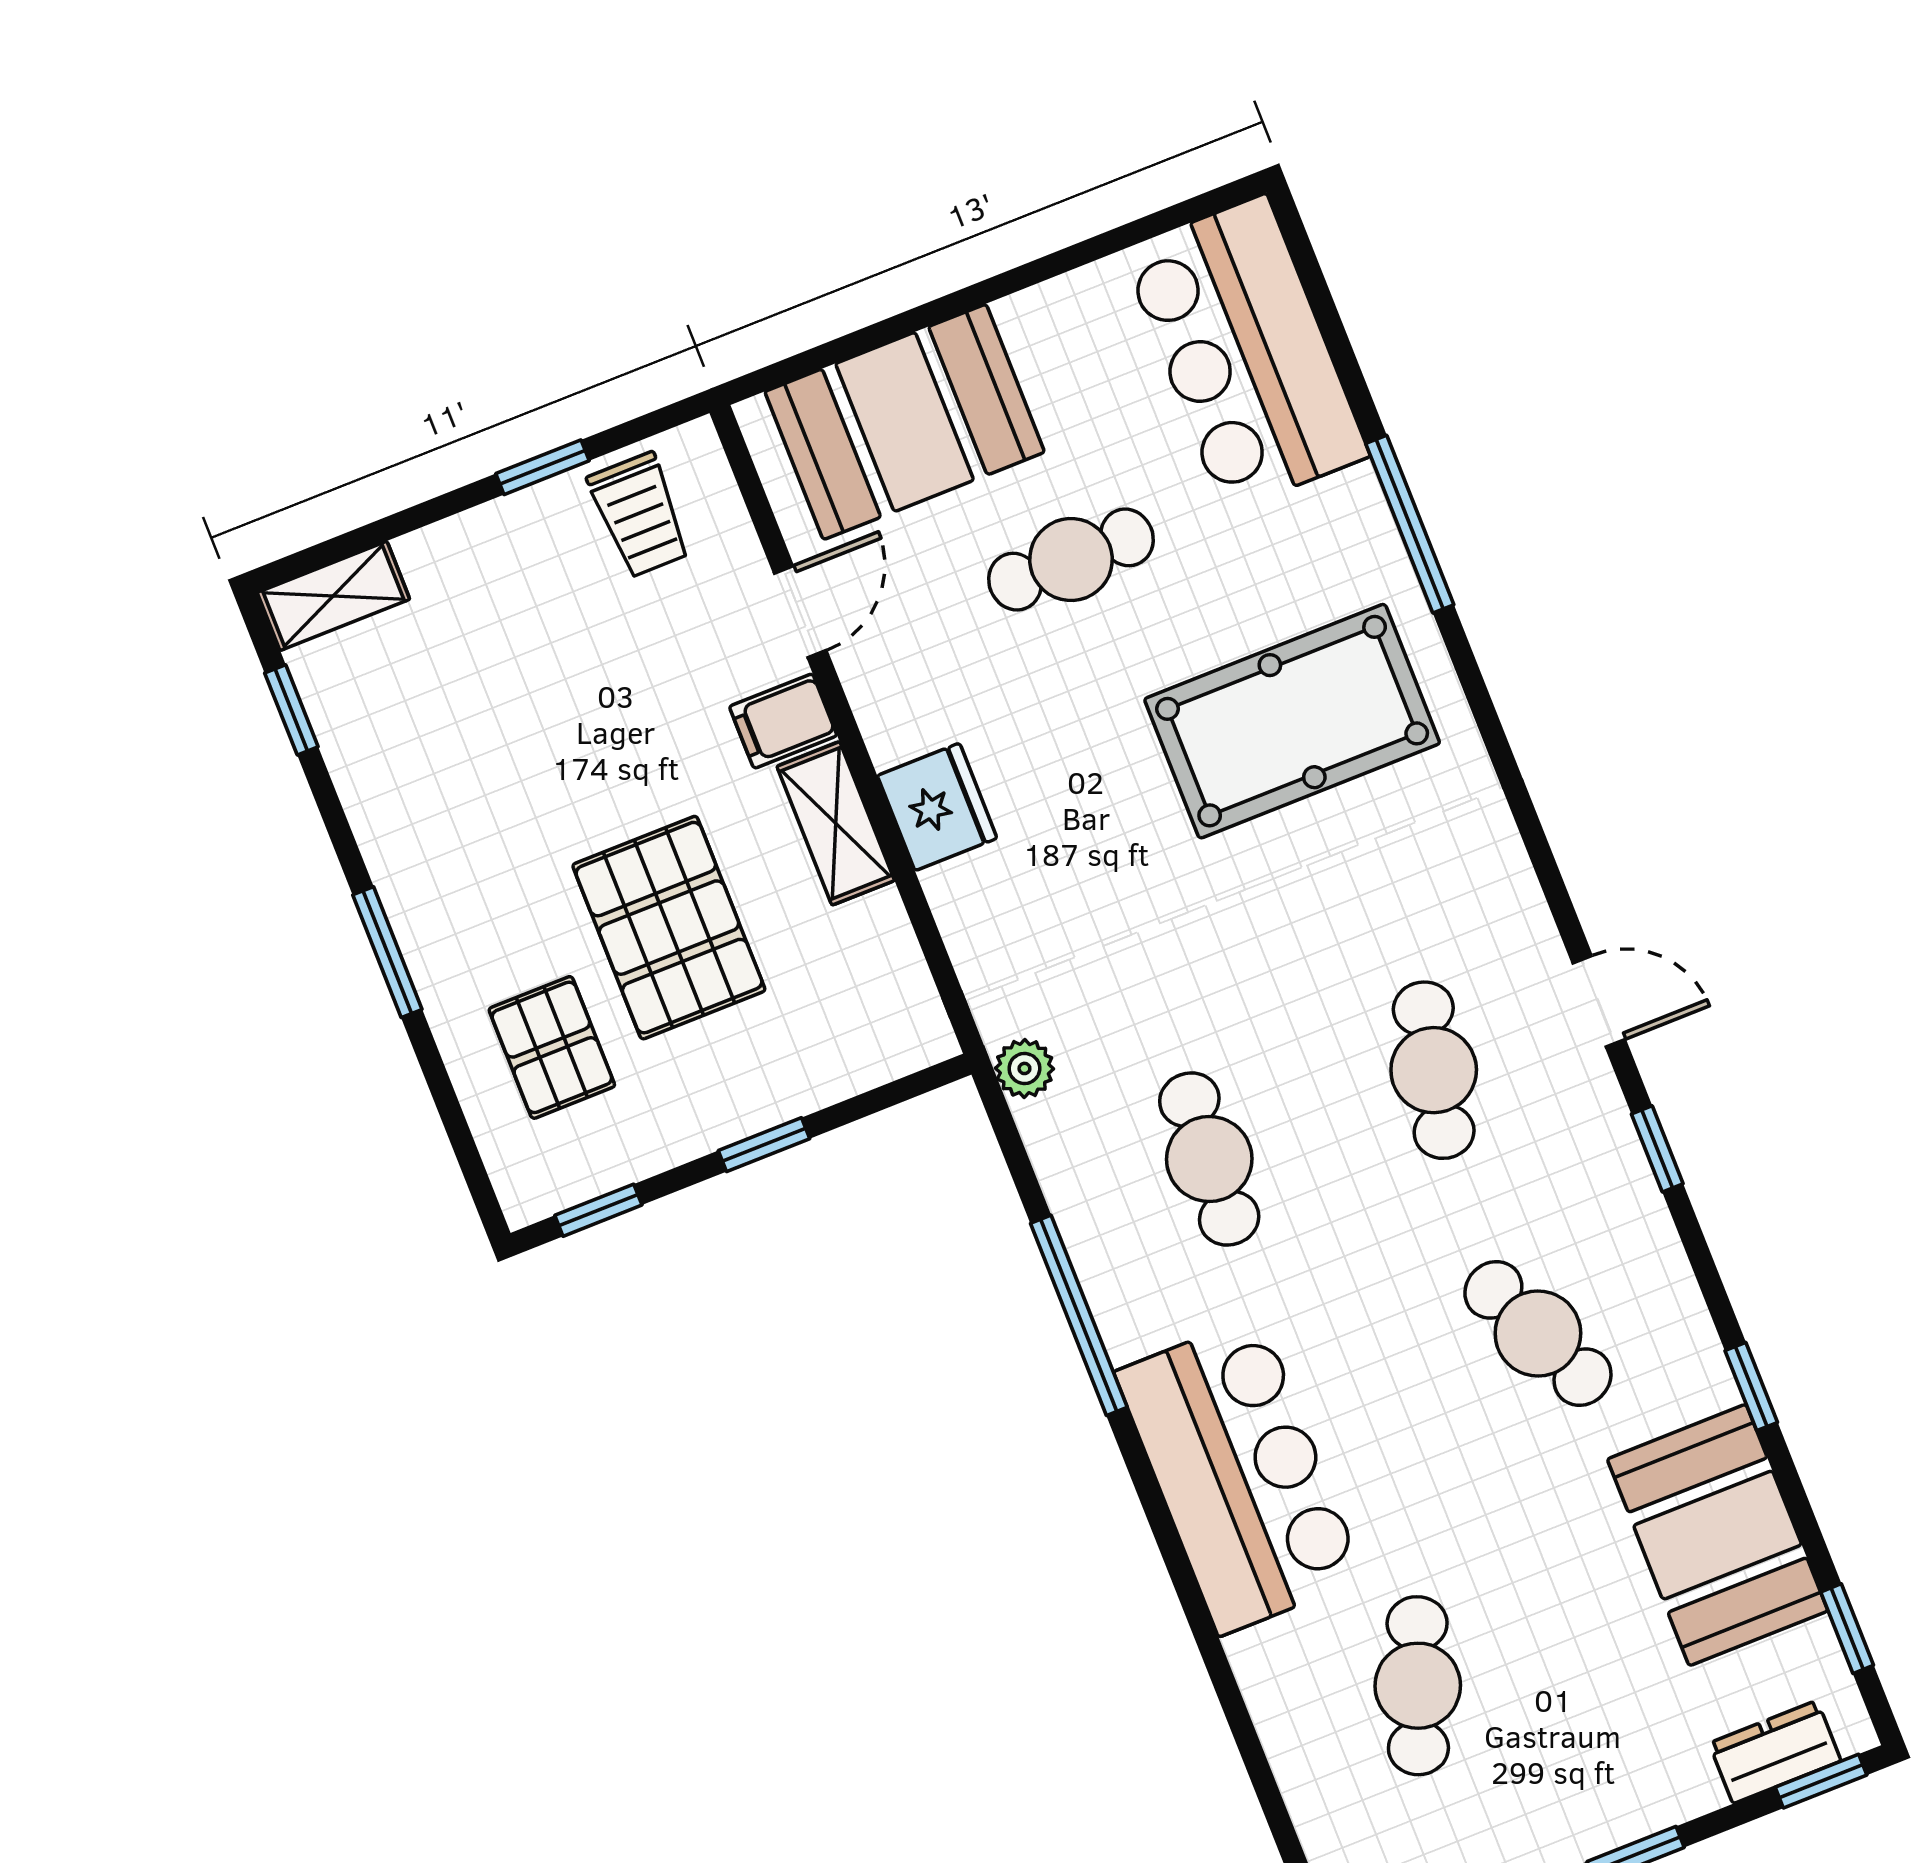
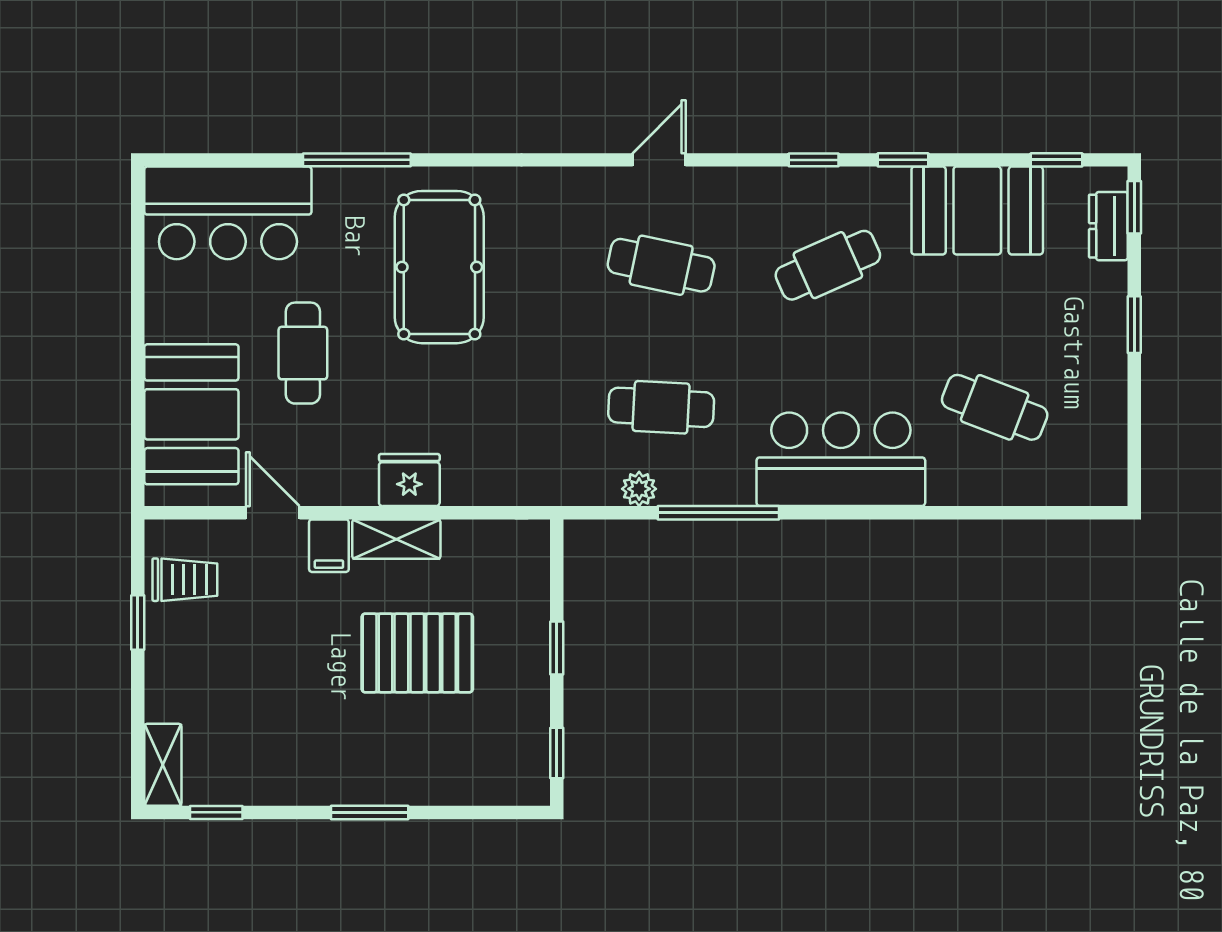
pallet: (552, 1047) -> (457, 743), removed
plant: (1024, 1068) -> (639, 489), moved
window: (1657, 1149) -> (814, 160), moved

